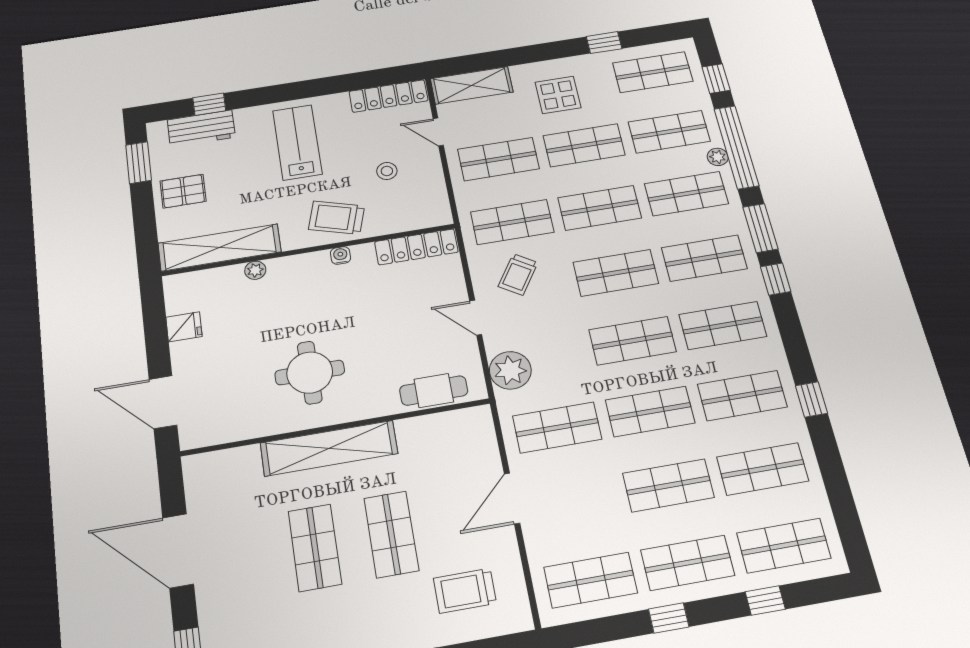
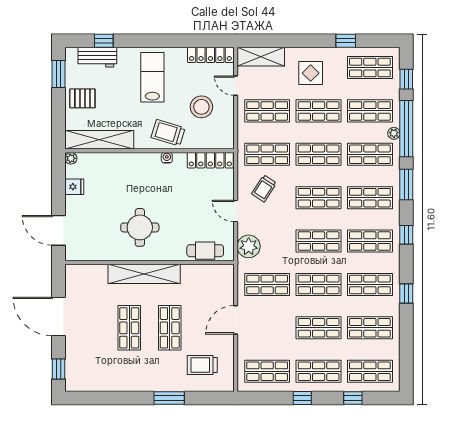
stool: (387, 171) -> (201, 107), width x1.89, depth x1.89
plant: (255, 270) -> (71, 158), moved
window: (776, 279) -> (406, 235), moved

